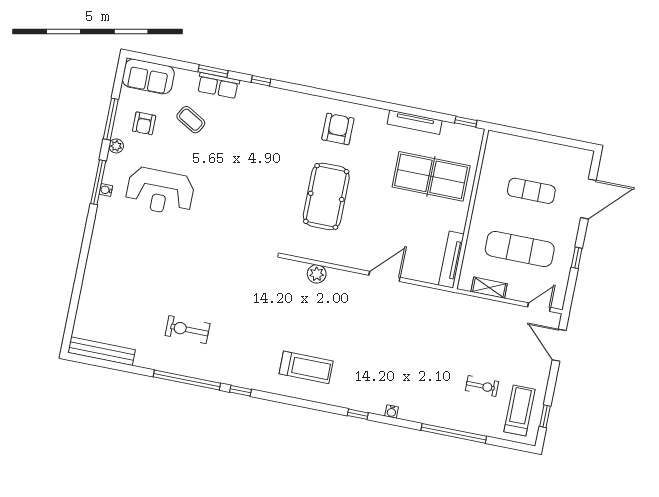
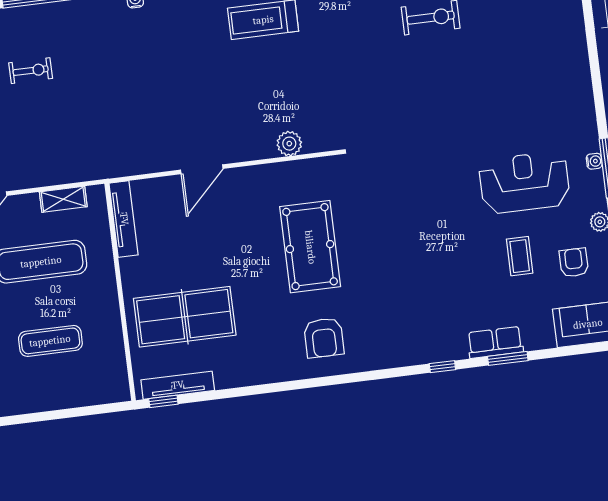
coffee table: (191, 120) -> (520, 256), moved, turned 60
tv unit: (415, 122) -> (178, 385), moved
exercise bike: (482, 386) -> (31, 71), turned 180

